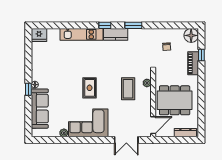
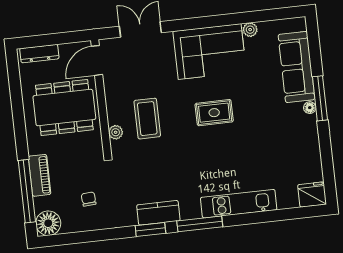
window: (105, 25) -> (200, 224), width x2.17
kitchen counter: (116, 34) -> (158, 213), moved
window: (201, 55) -> (27, 191), width x3.17
rug: (90, 88) -> (214, 113), turned 90
window: (28, 89) -> (320, 98), width x2.17

